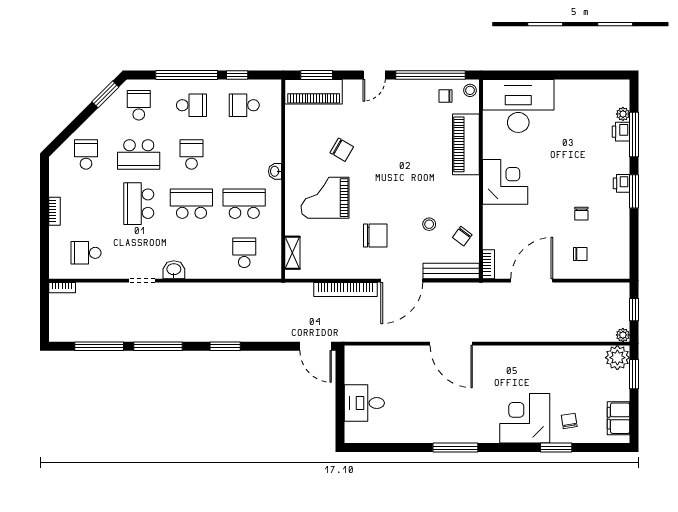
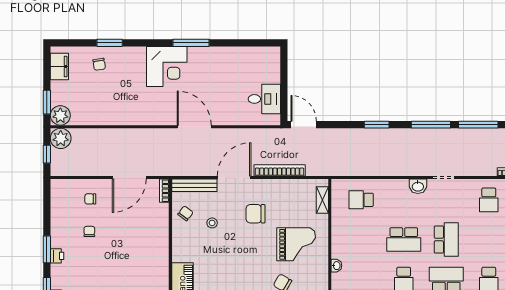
corner desk: (505, 182) -> (151, 257), removed
school desk: (244, 204) -> (361, 239), removed
school desk: (86, 253) -> (489, 200), turned 90
school desk: (244, 253) -> (361, 200), turned 90
plant: (623, 335) -> (61, 138), width x1.88, depth x1.88
desk: (364, 403) -> (264, 99), moved
corner desk: (525, 418) -> (167, 66), moved

